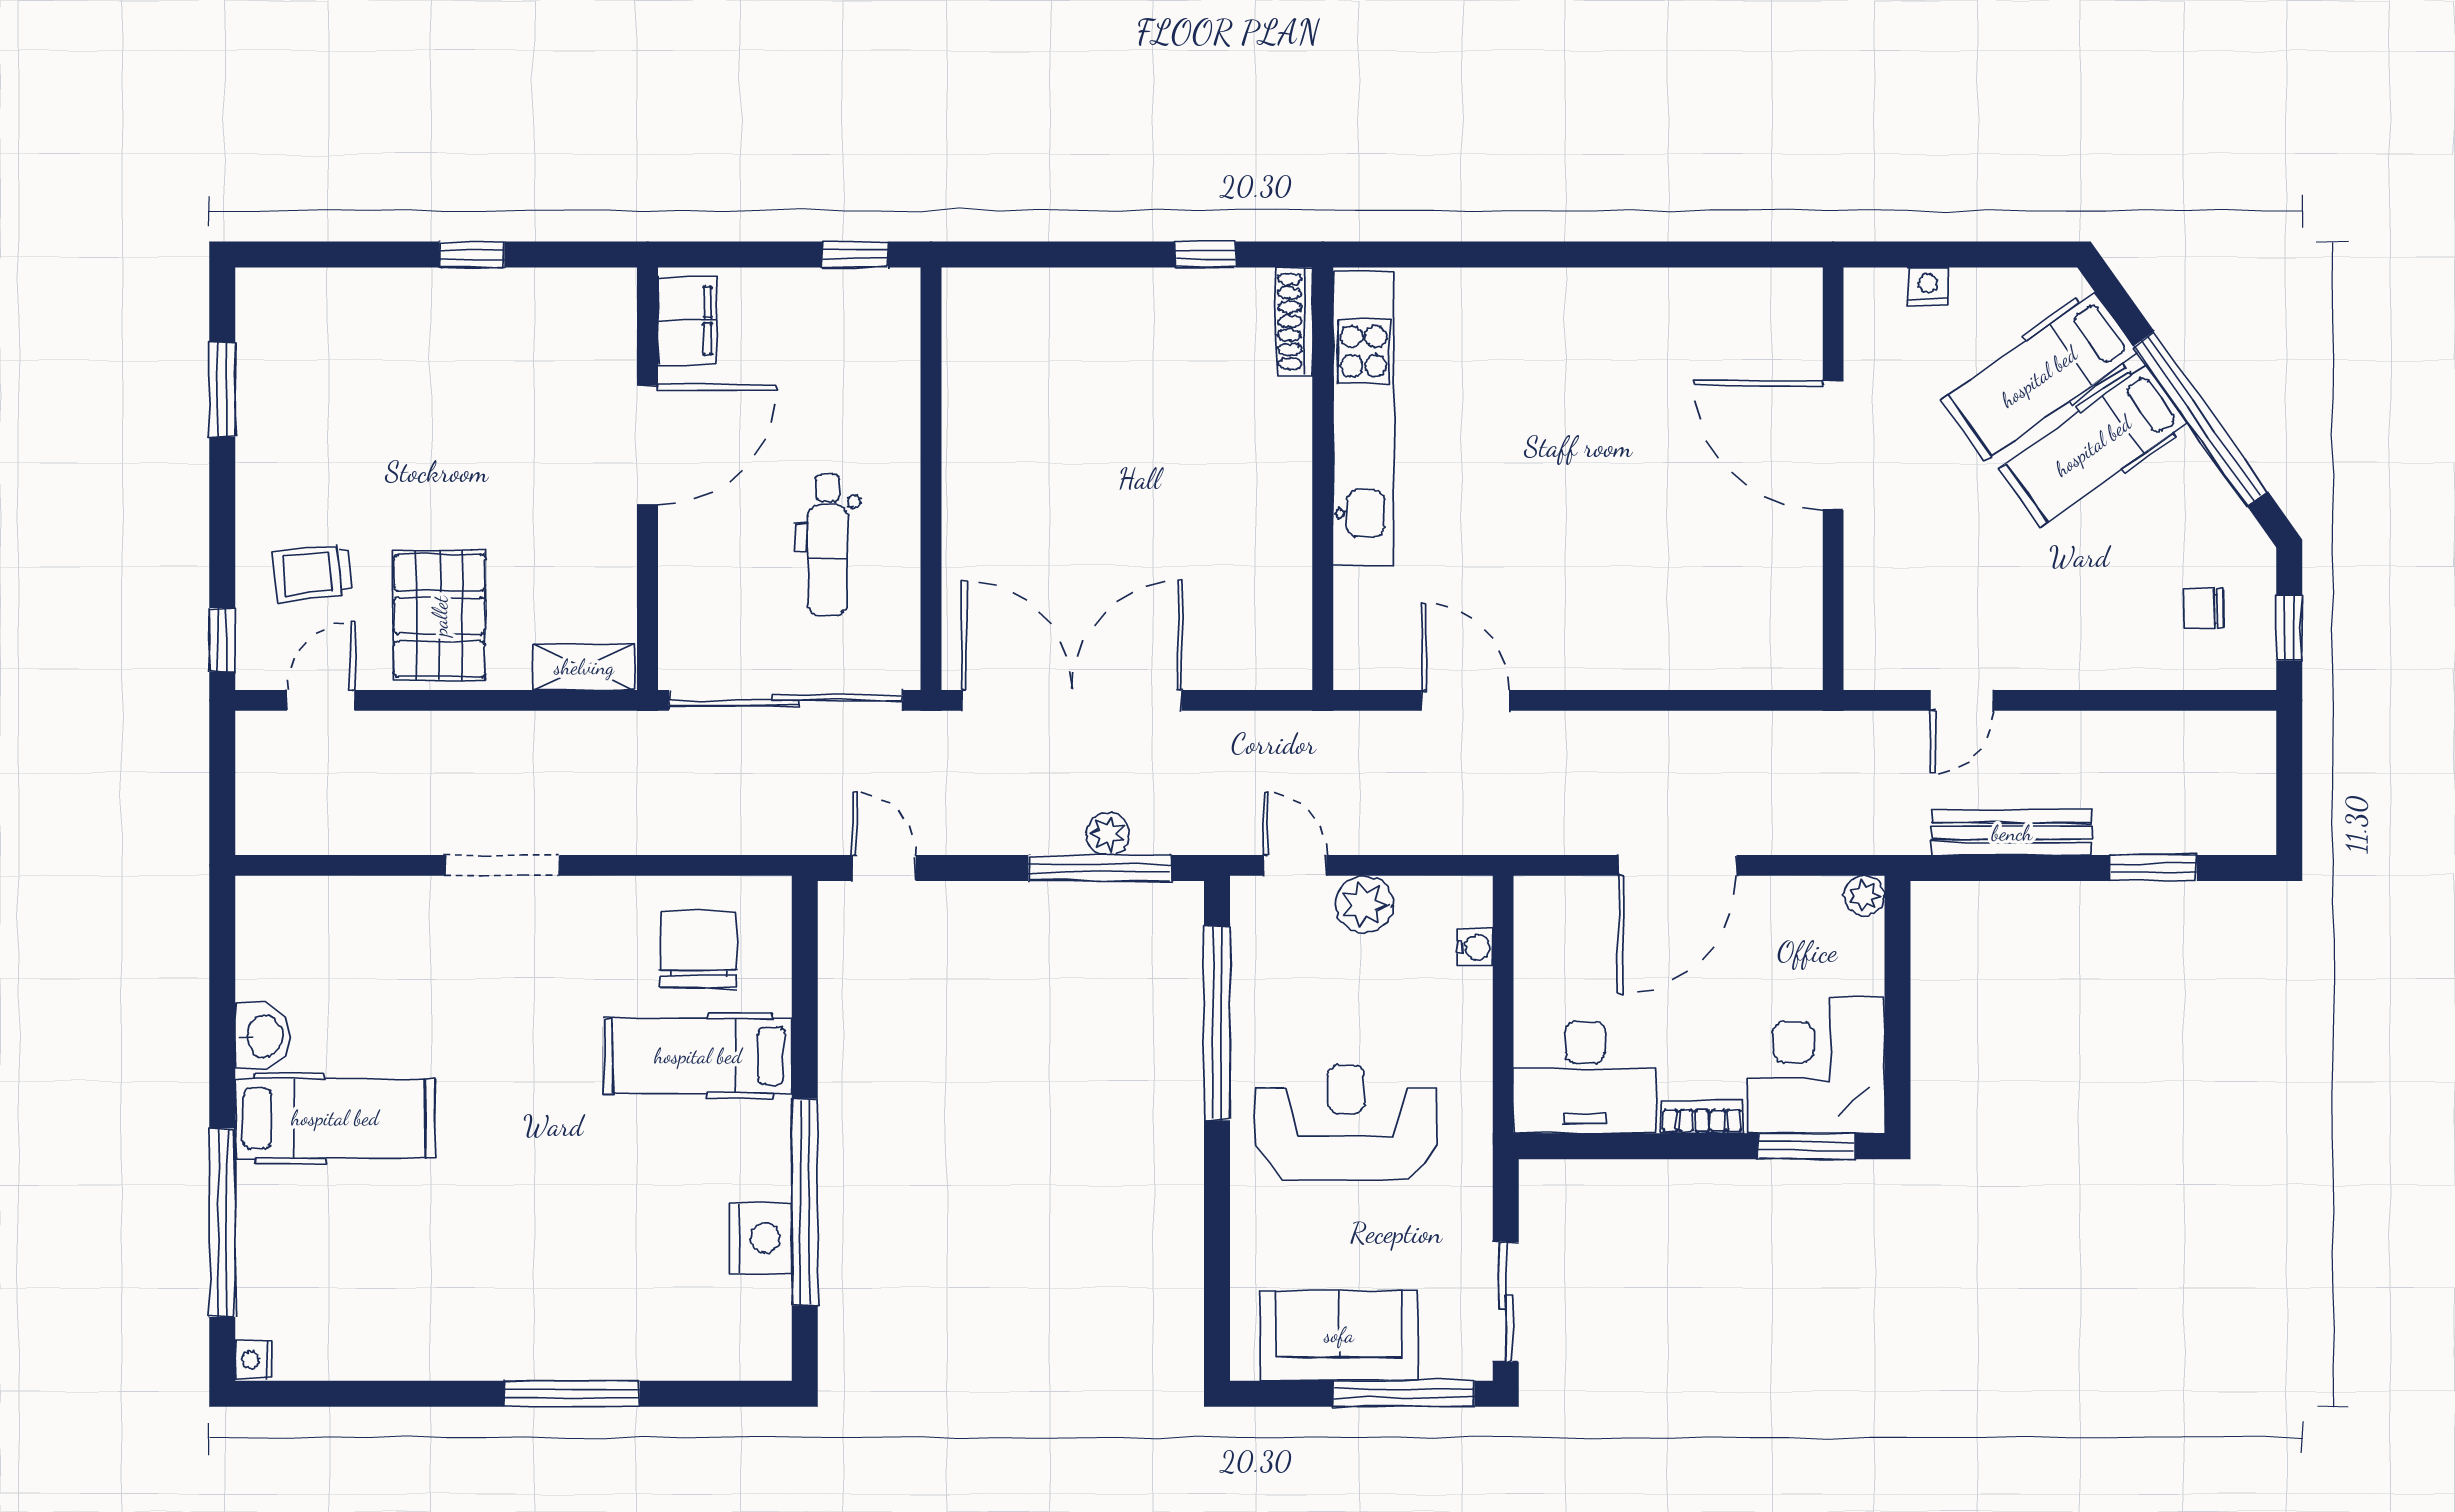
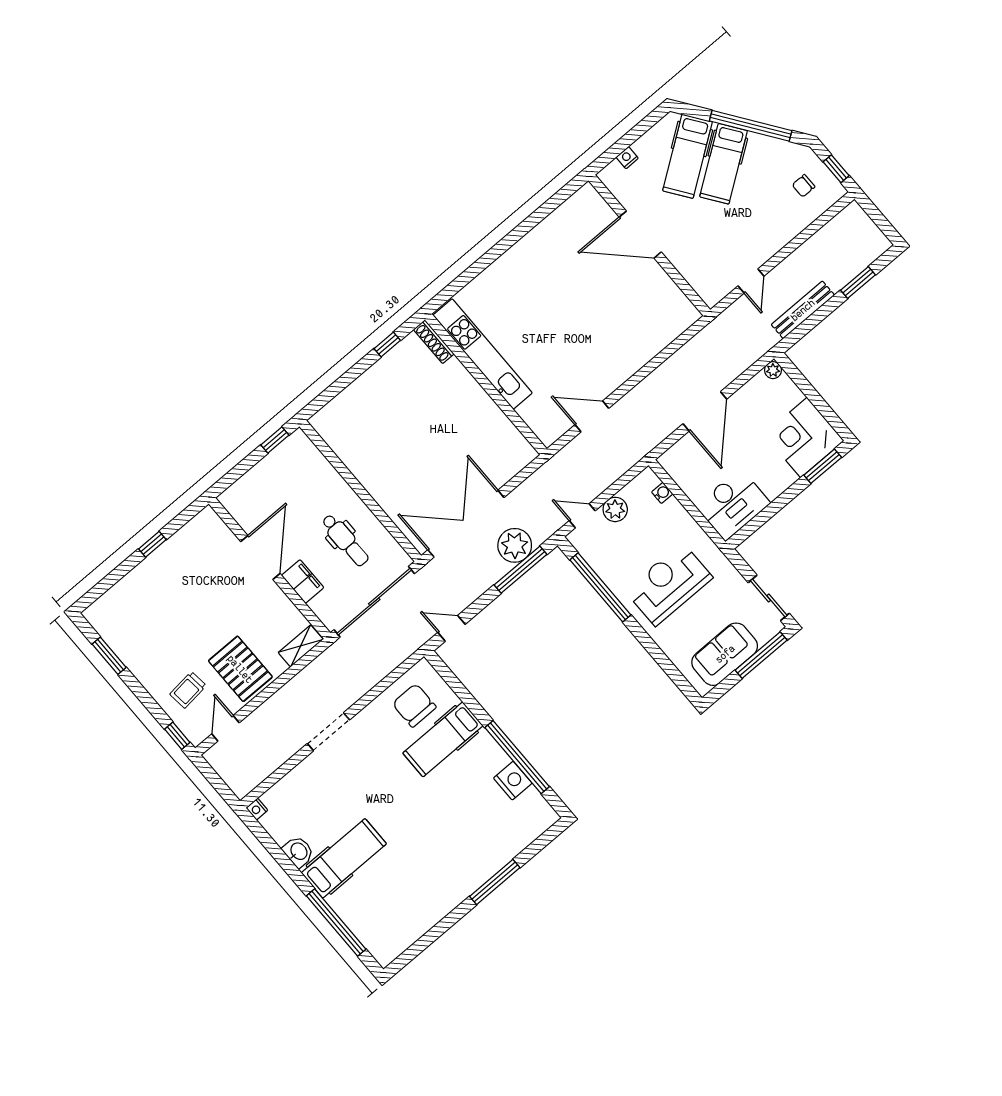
filing cabinet: (687, 320) -> (303, 581), moved
plant: (1108, 834) -> (515, 545), width x1.88, depth x1.88
bookcase: (1702, 1117) -> (781, 485), removed
nightstand: (253, 1360) -> (257, 809), moved

